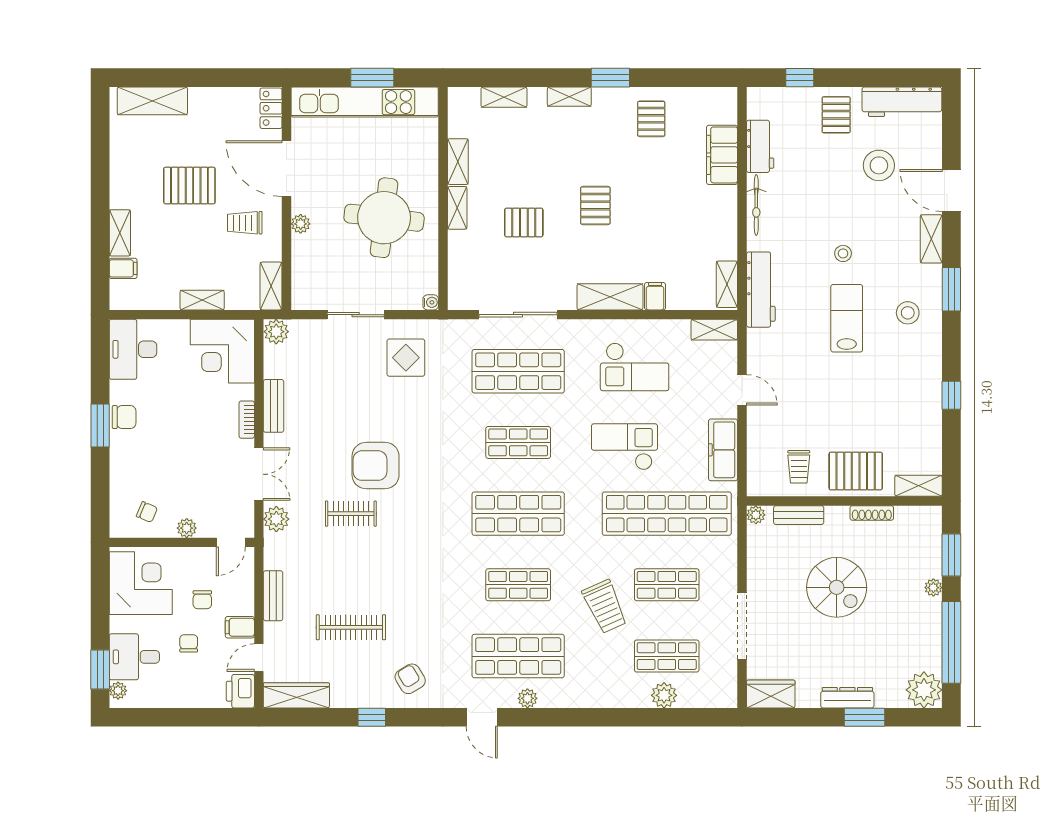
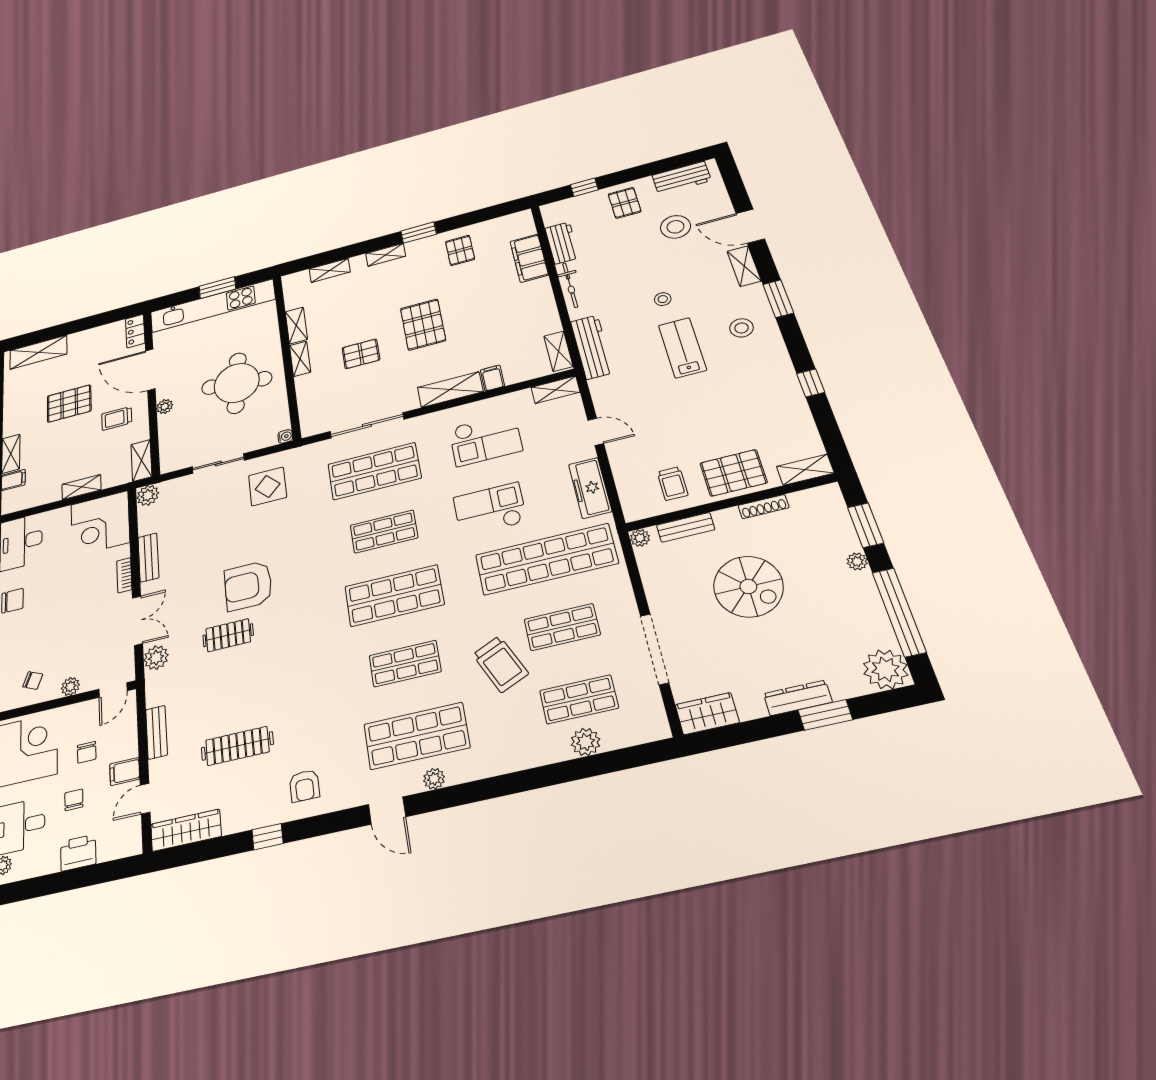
workbench: (902, 102) -> (682, 178), width x0.73
pallet: (595, 205) -> (423, 324), width x1.50, depth x1.42
armchair: (410, 679) -> (304, 786), turned -149
printer: (240, 691) -> (78, 853), moved, turned 90

